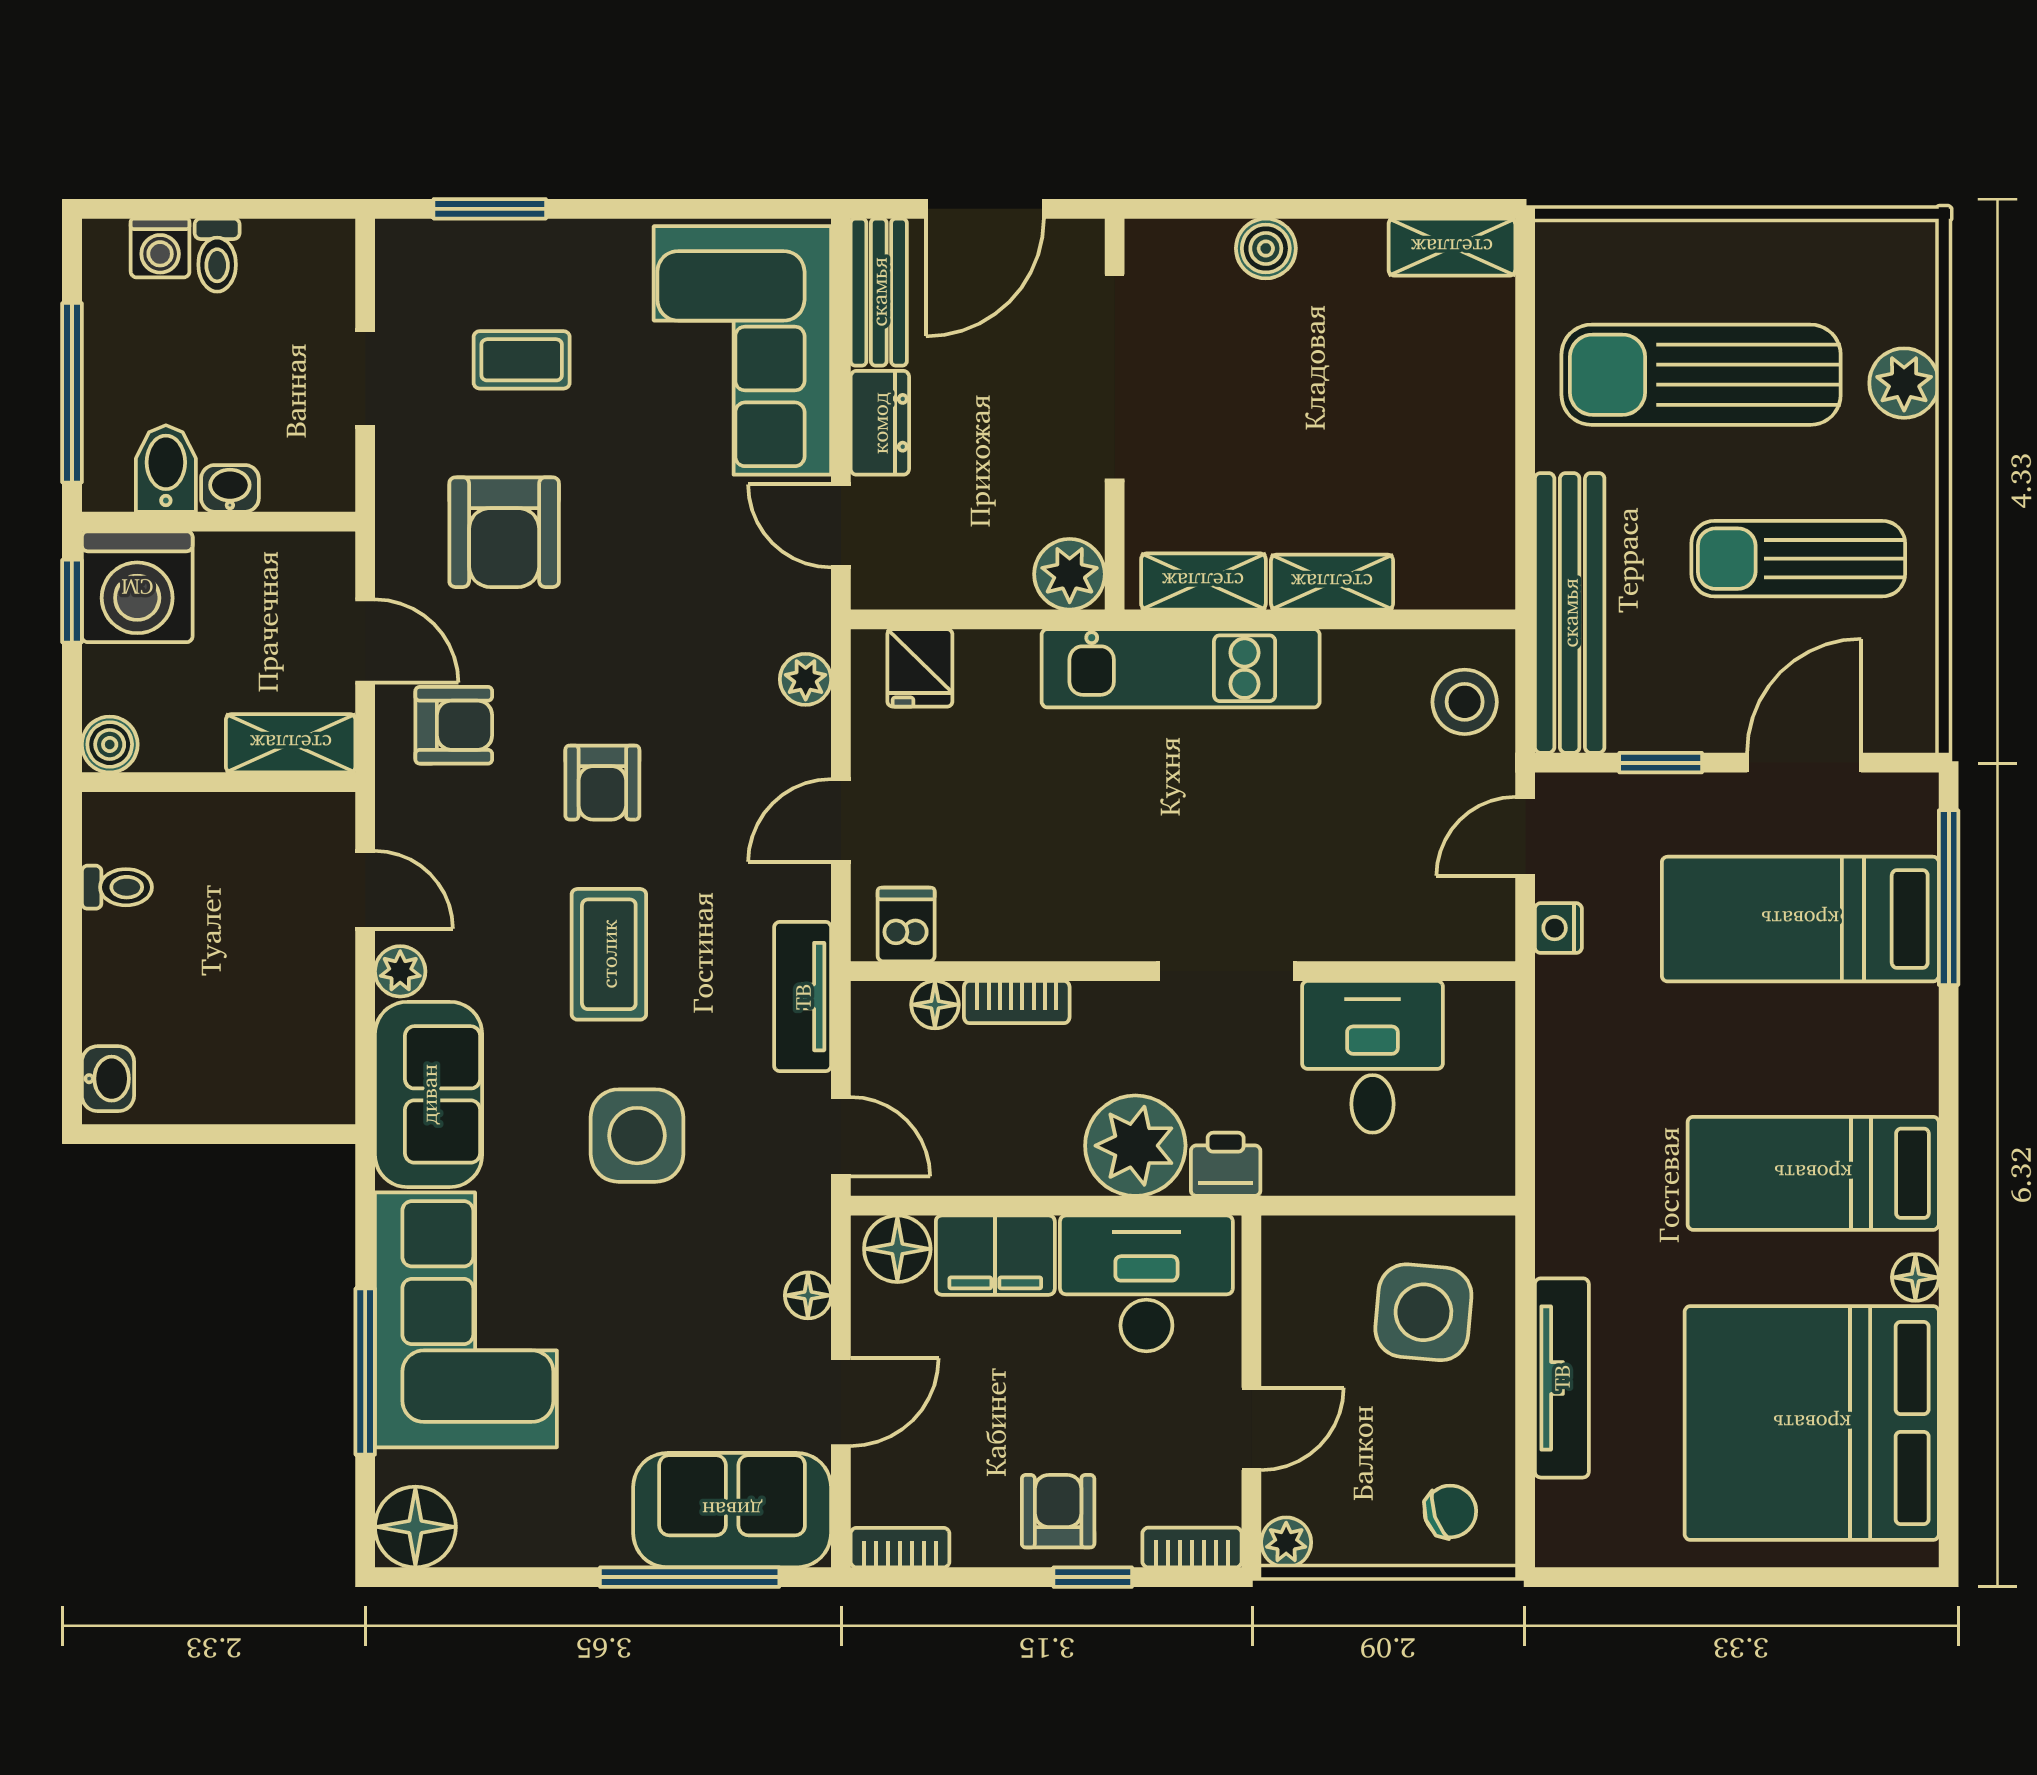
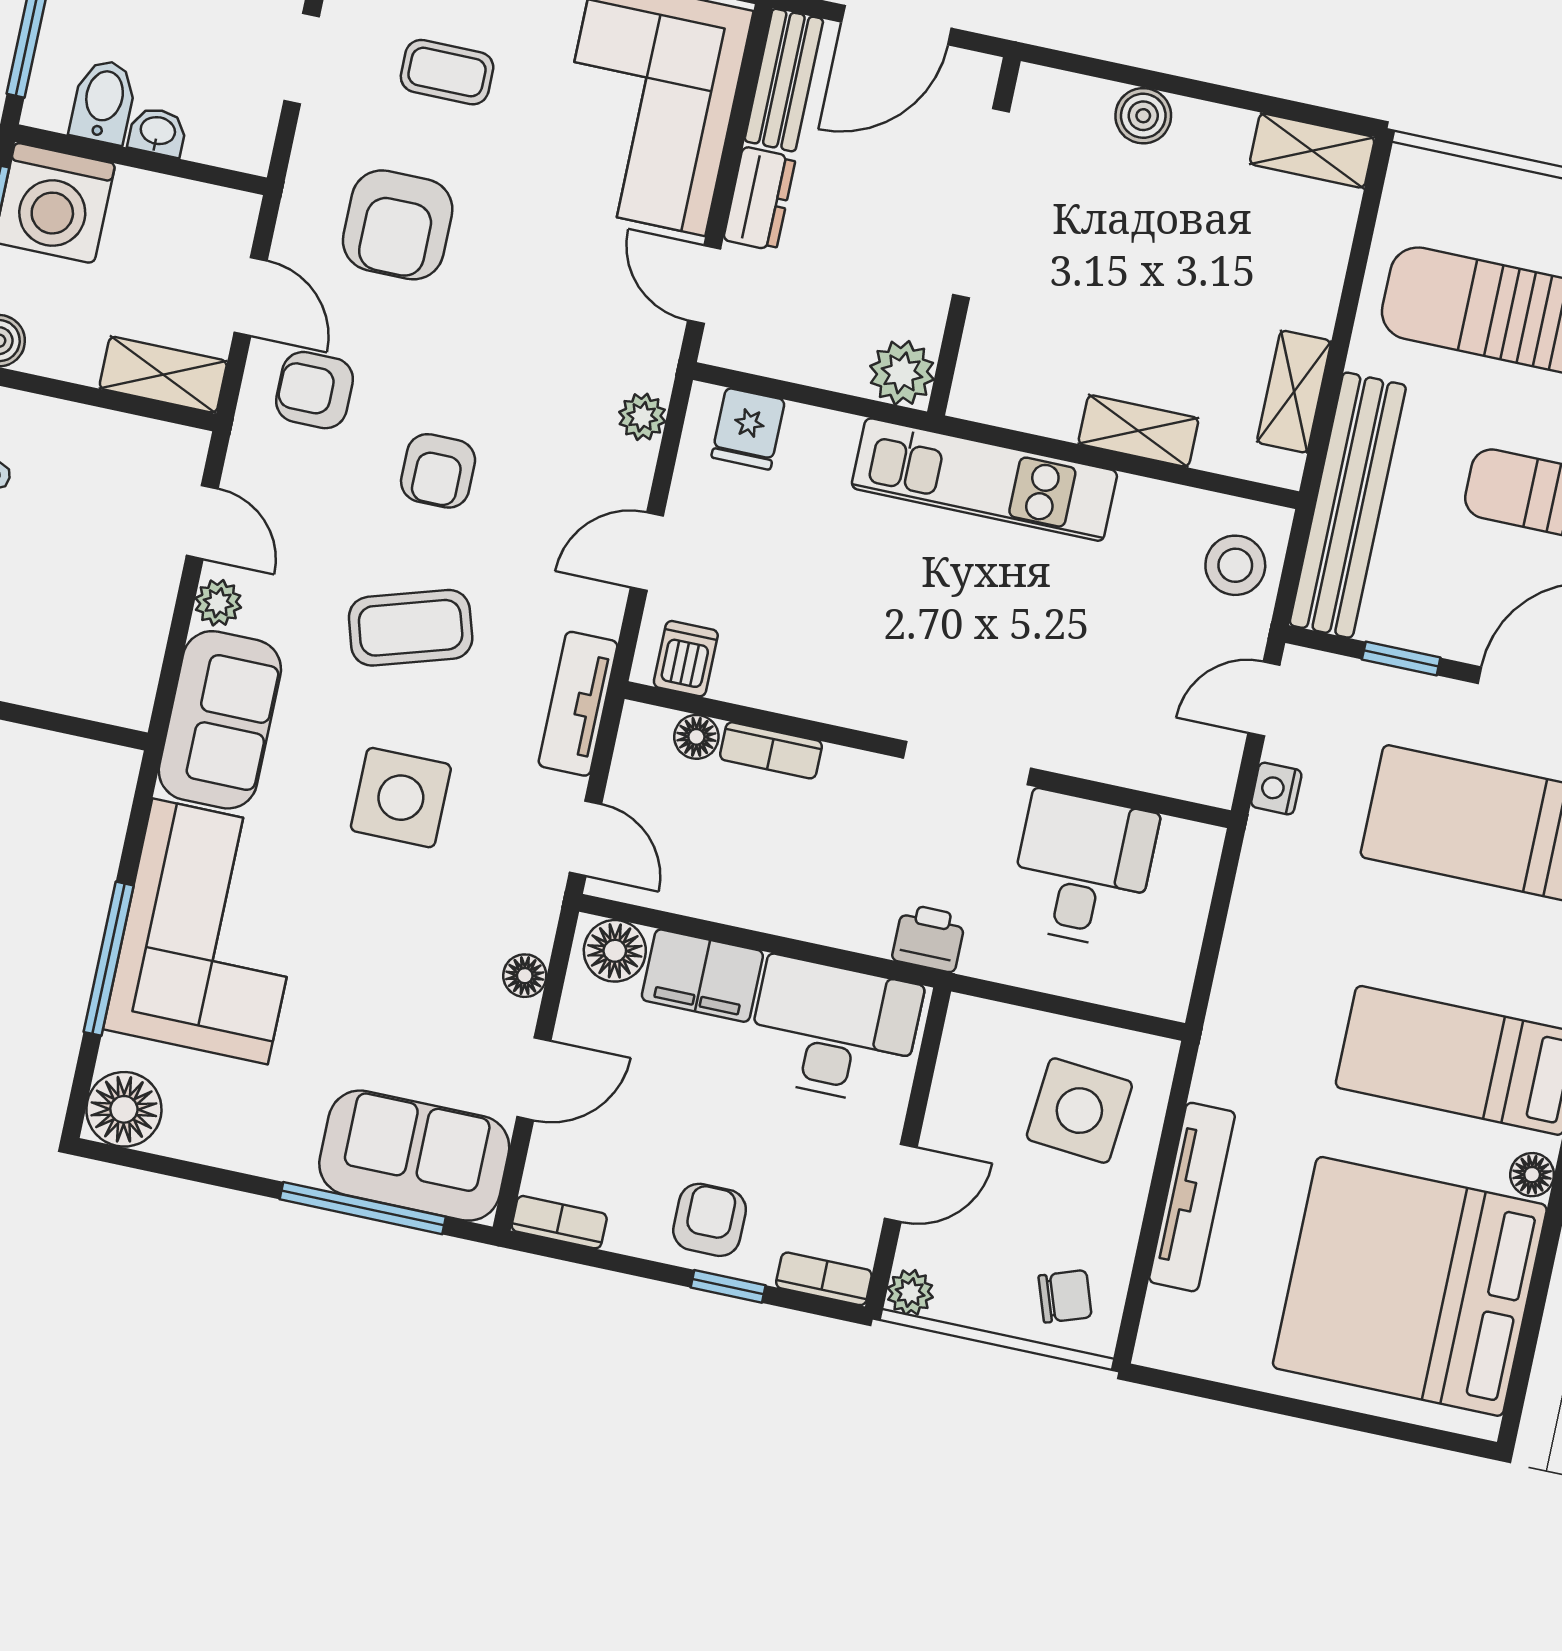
shelving: (1203, 581) -> (1294, 392), moved, turned 90
armchair: (454, 725) -> (315, 390), turned 180
coffee table: (609, 954) -> (411, 628), turned 73
plant: (1135, 1146) -> (851, 904), removed

